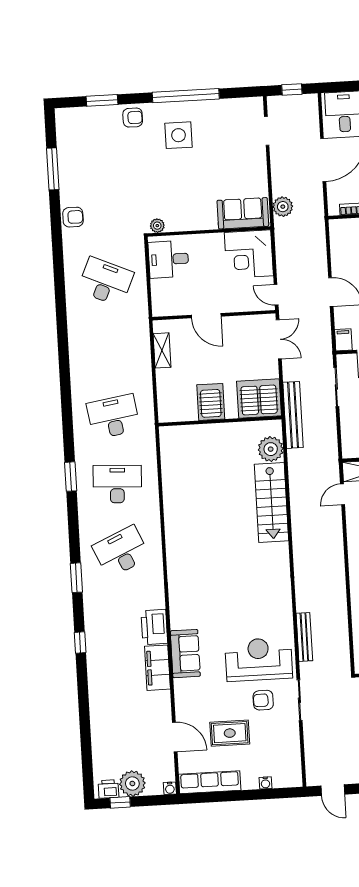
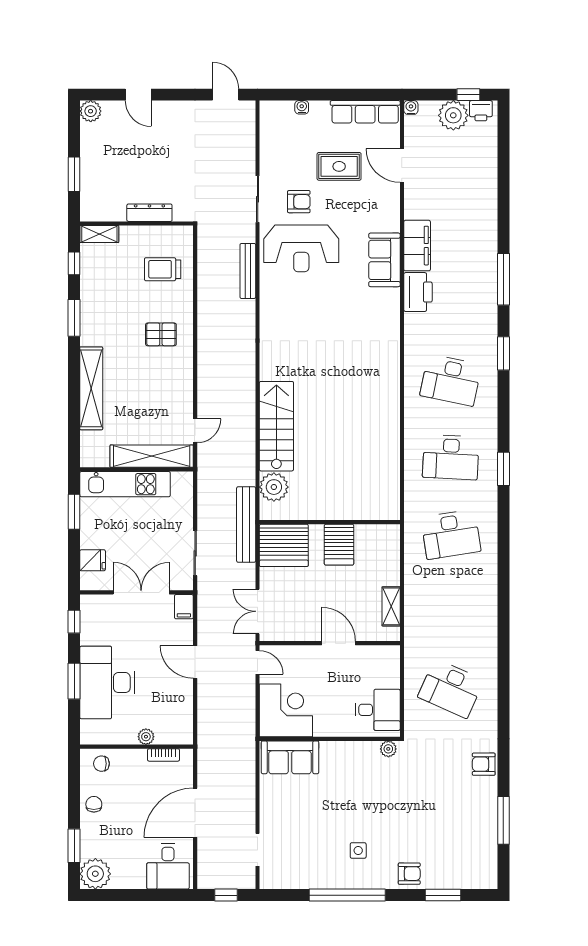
armchair: (133, 118) -> (409, 874), turned 180
side table: (179, 135) -> (358, 850), width x0.54, depth x0.54
plant: (283, 207) -> (244, 762), removed
desk: (121, 552) -> (451, 380), turned 36
window: (80, 643) -> (503, 279), width x2.17

